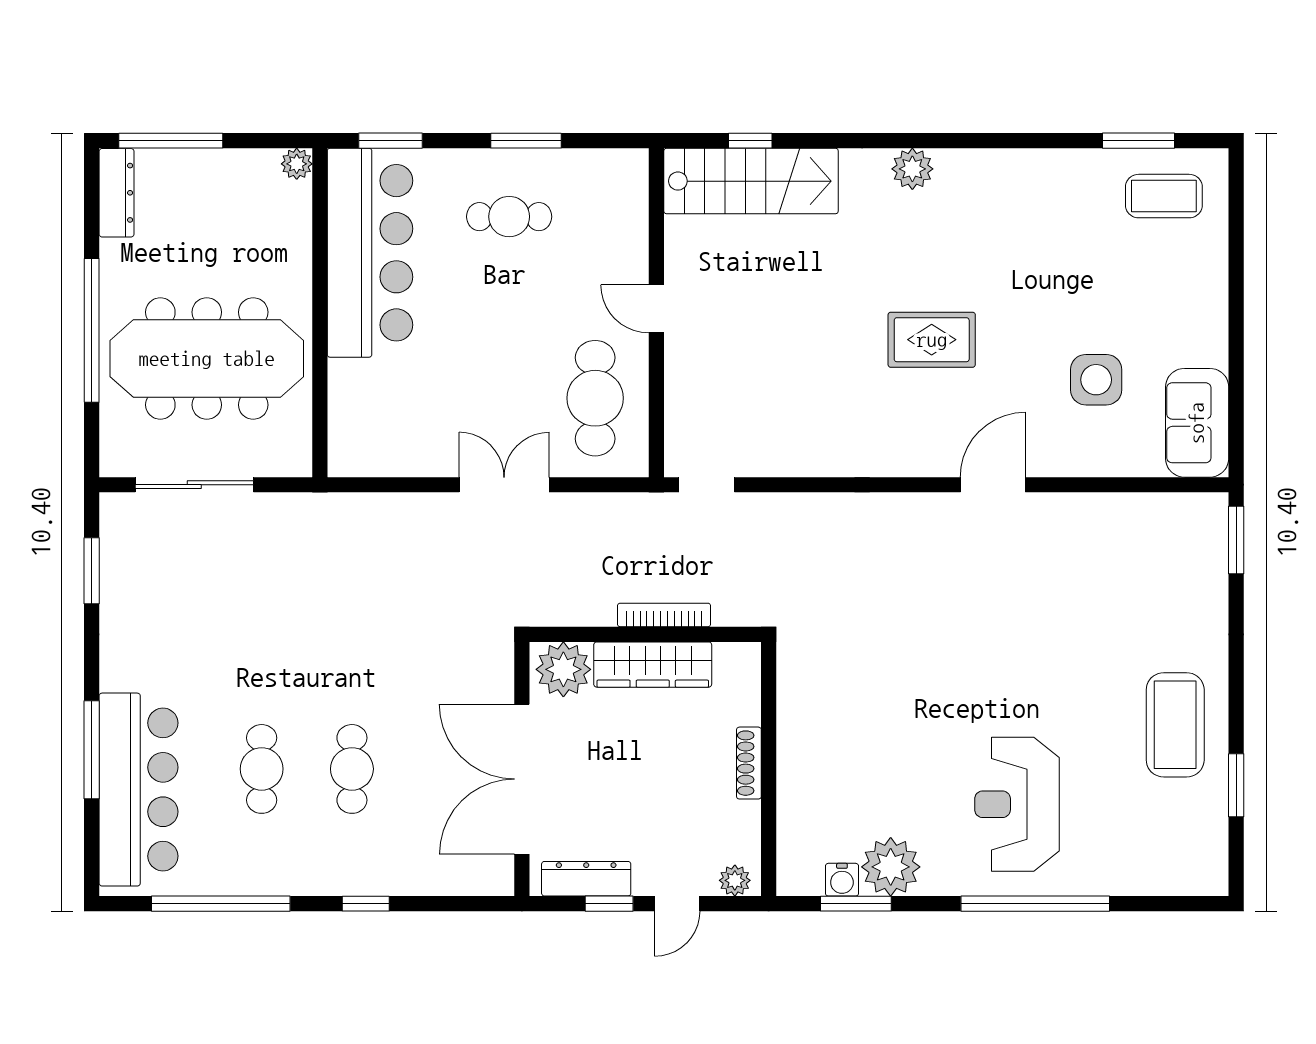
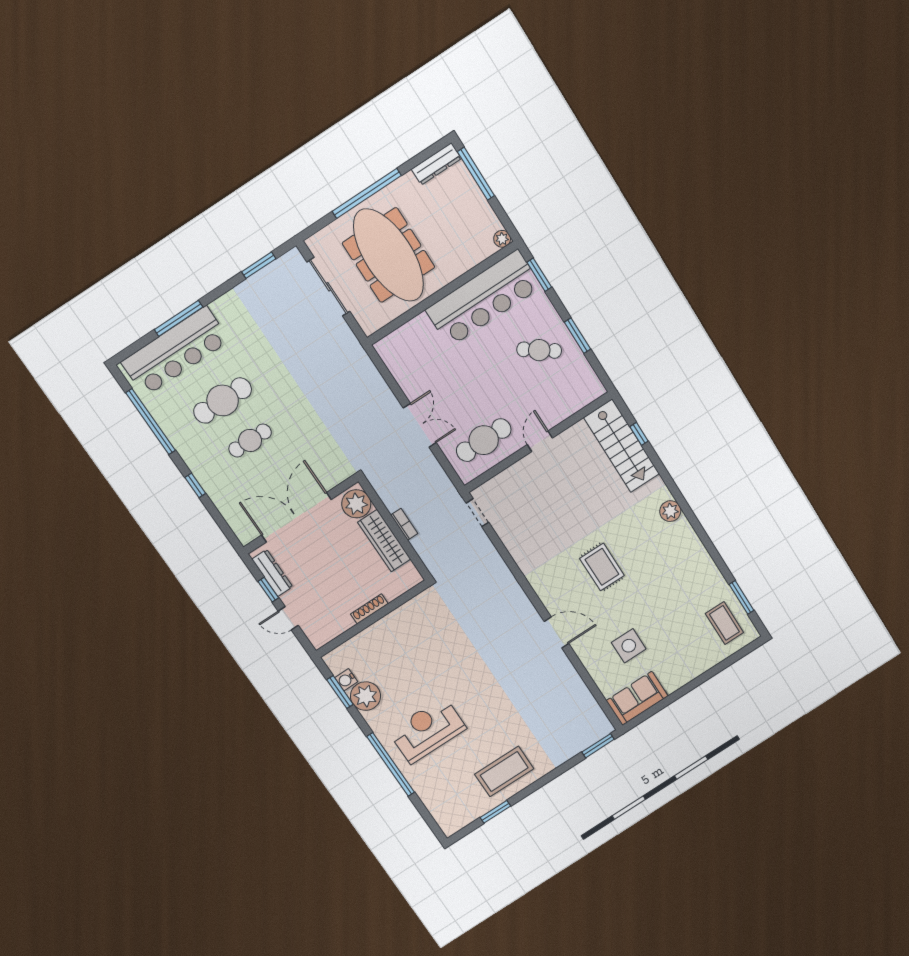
cafe table: (509, 217) -> (539, 350), turned -54
bookcase: (664, 615) -> (404, 524), width x0.64
cafe table: (262, 769) -> (223, 401), width x1.37, depth x1.35
plant: (735, 880) -> (315, 636), removed

